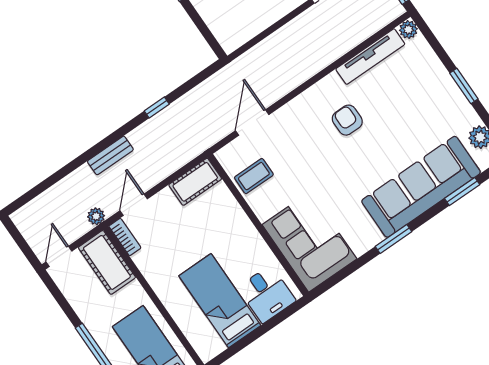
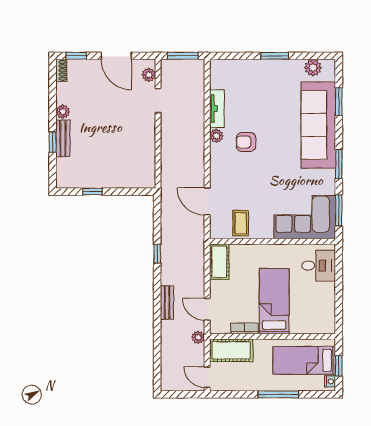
plant: (408, 30) -> (216, 136), moved
tv unit: (370, 57) -> (217, 109), width x0.71
bookcase: (125, 237) -> (244, 328), moved
window: (343, 274) -> (339, 210), added
bed: (220, 301) -> (274, 301), moved, turned 90

